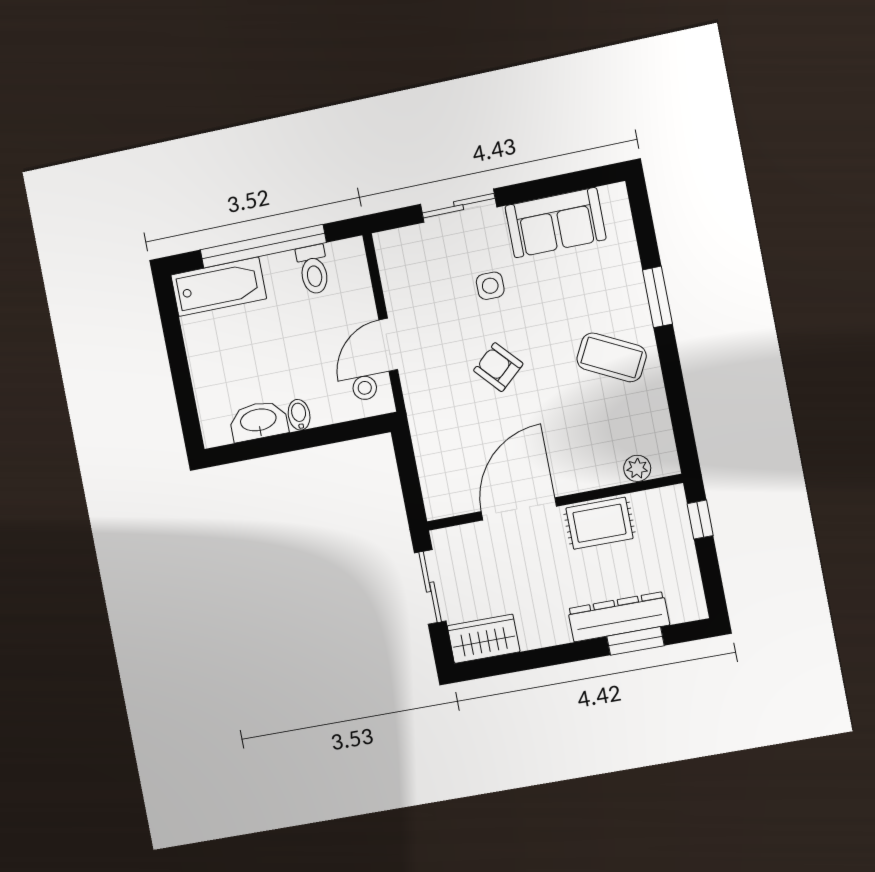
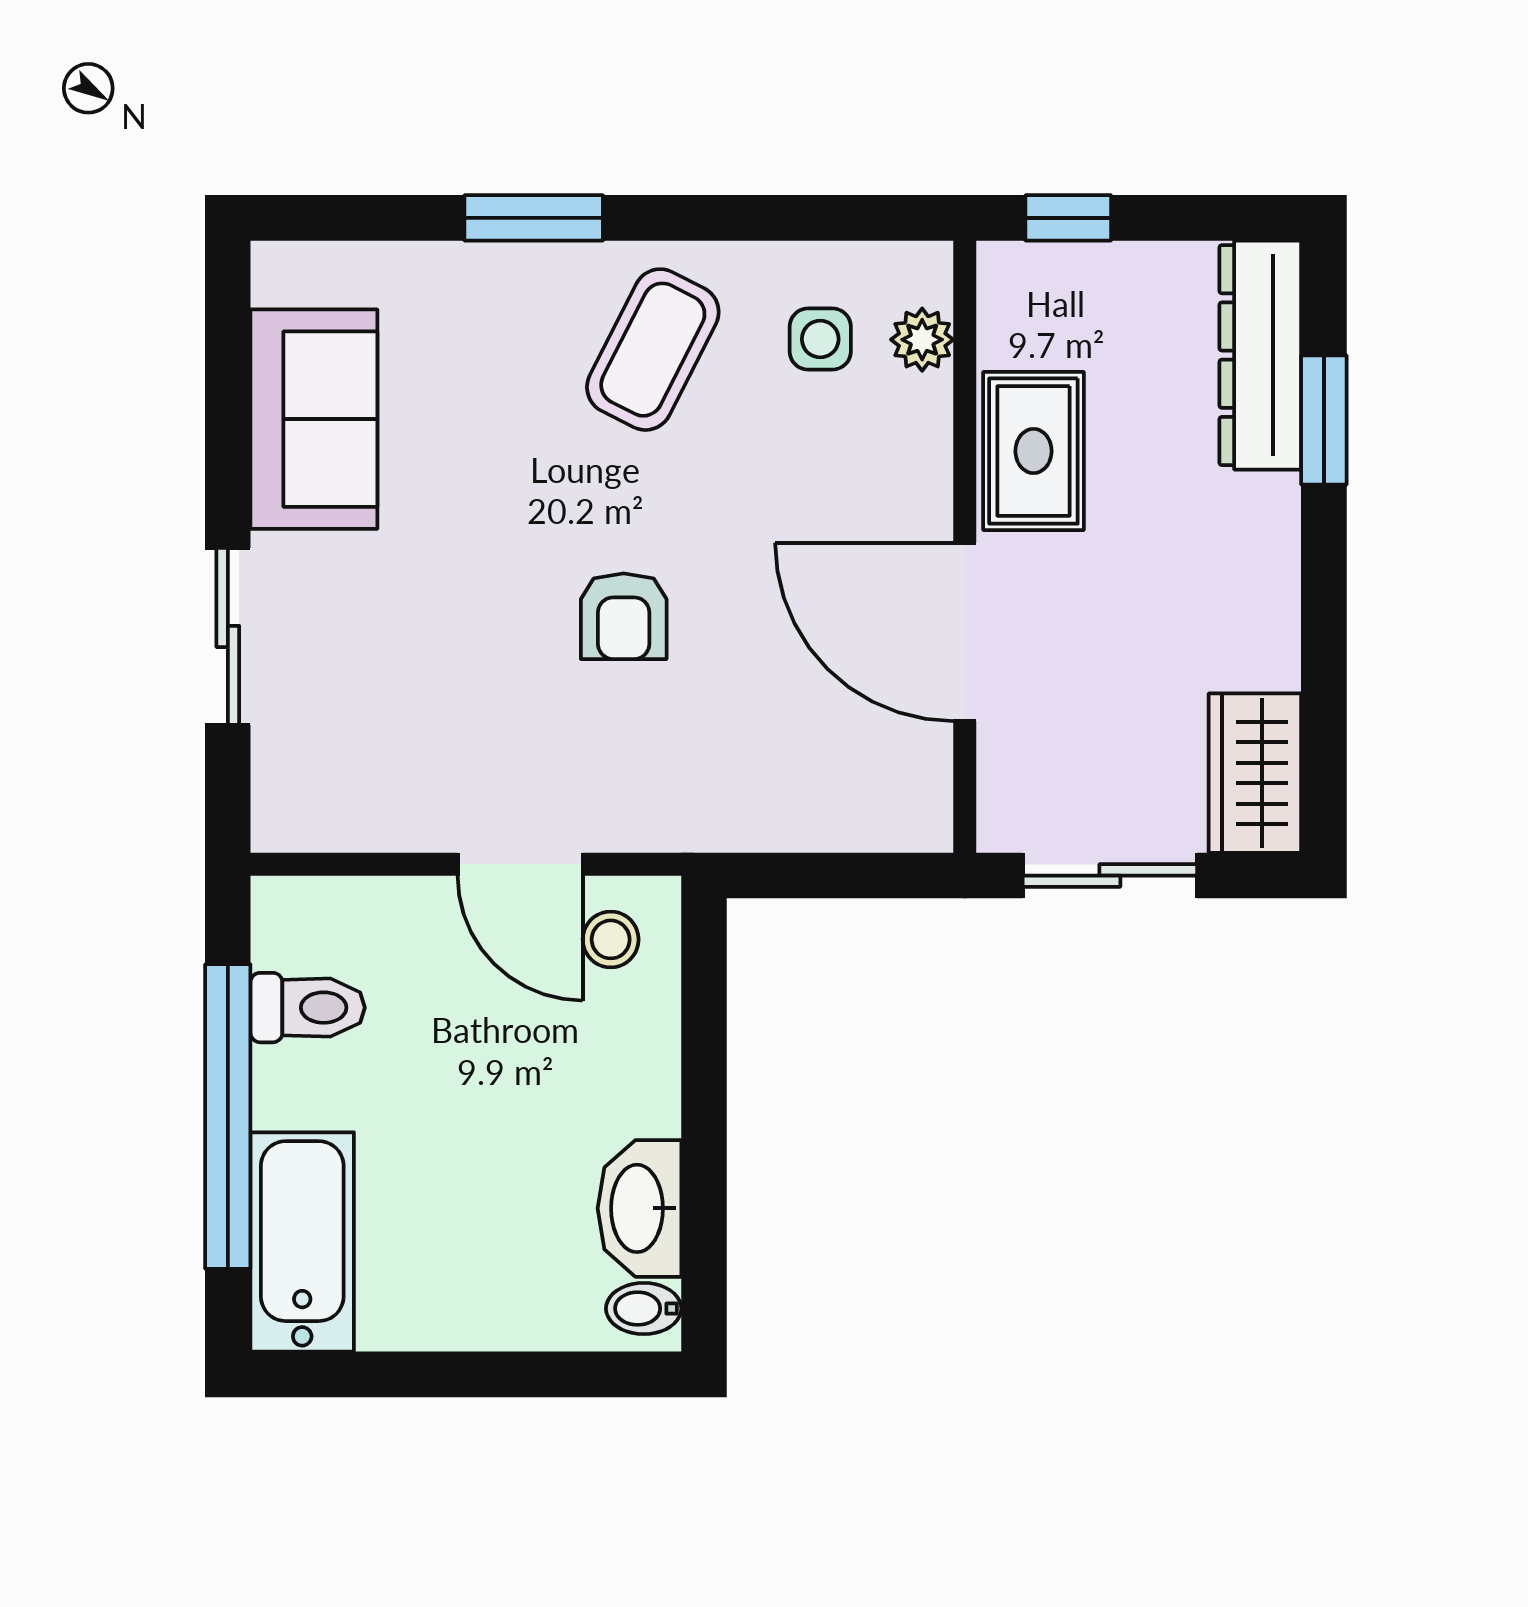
side table: (490, 286) -> (820, 339), moved
armchair: (498, 367) -> (624, 616), turned -48
bidet: (299, 415) -> (644, 1309), moved
dresser: (619, 617) -> (1260, 355), moved

